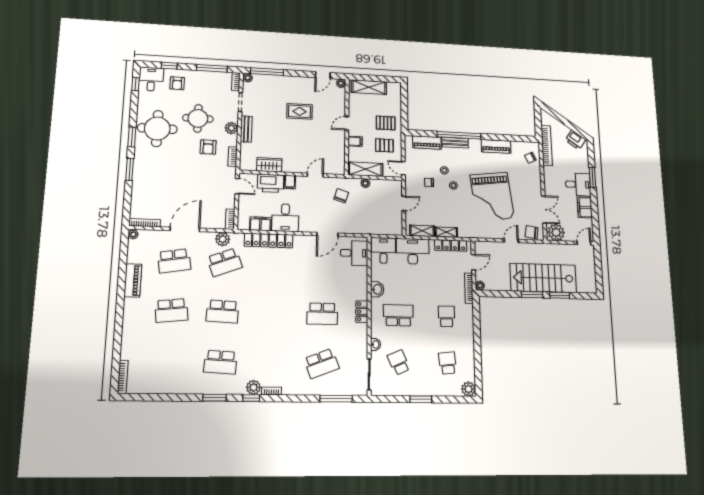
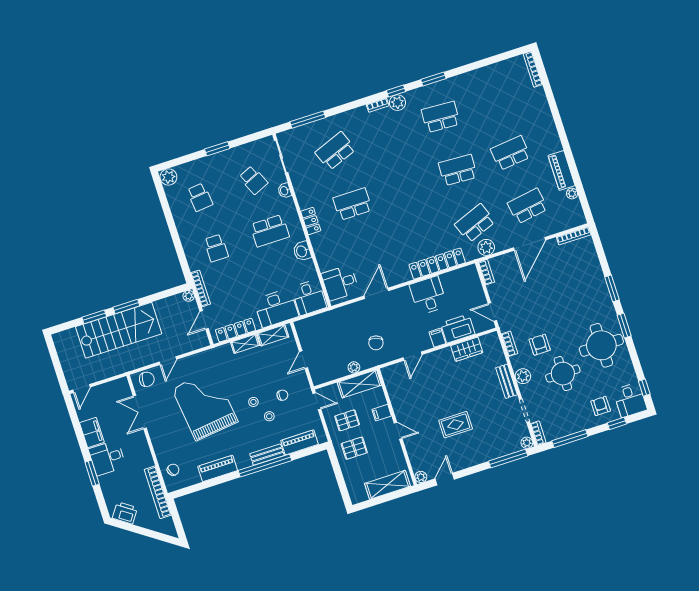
door: (347, 123) -> (398, 431), hinge flipped
filing cabinet: (260, 224) -> (453, 279), removed
plant: (556, 232) -> (118, 390), removed
plant: (133, 234) -> (572, 194), moved

